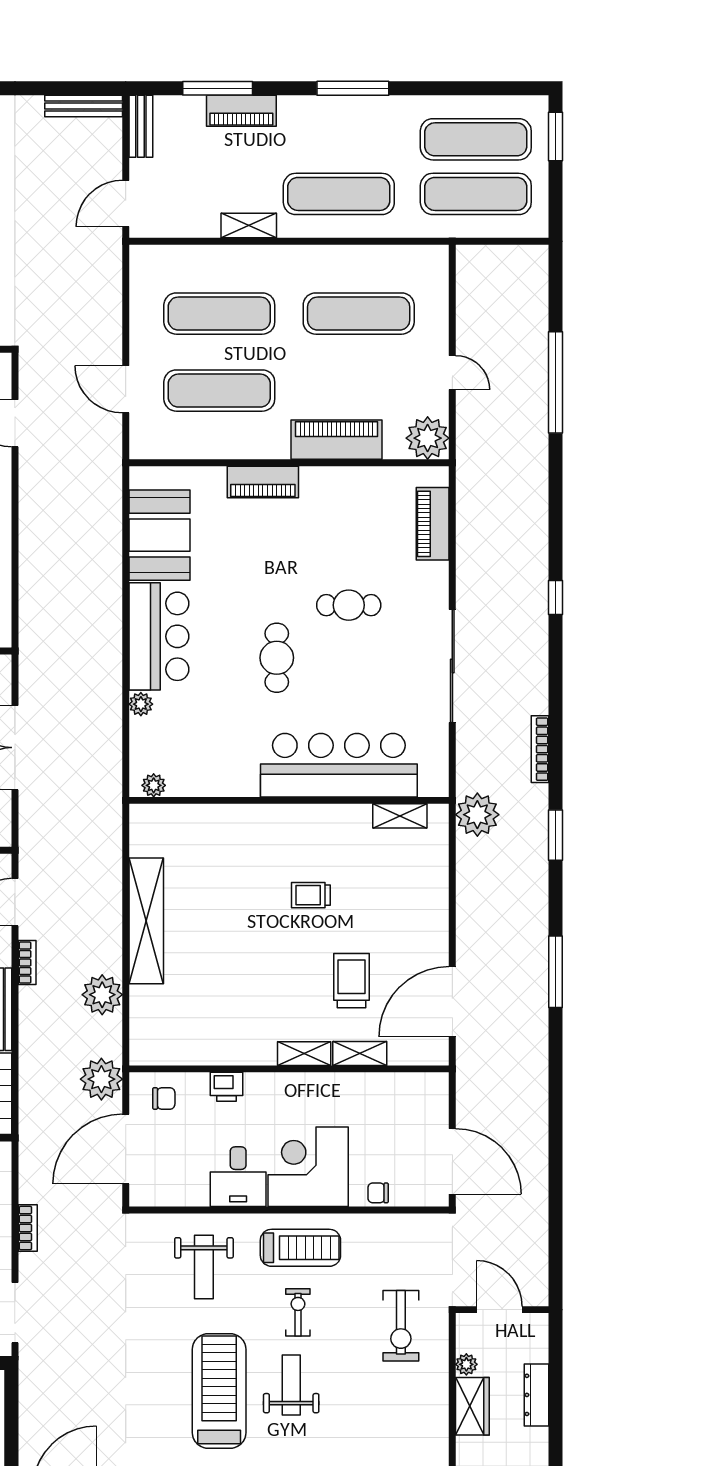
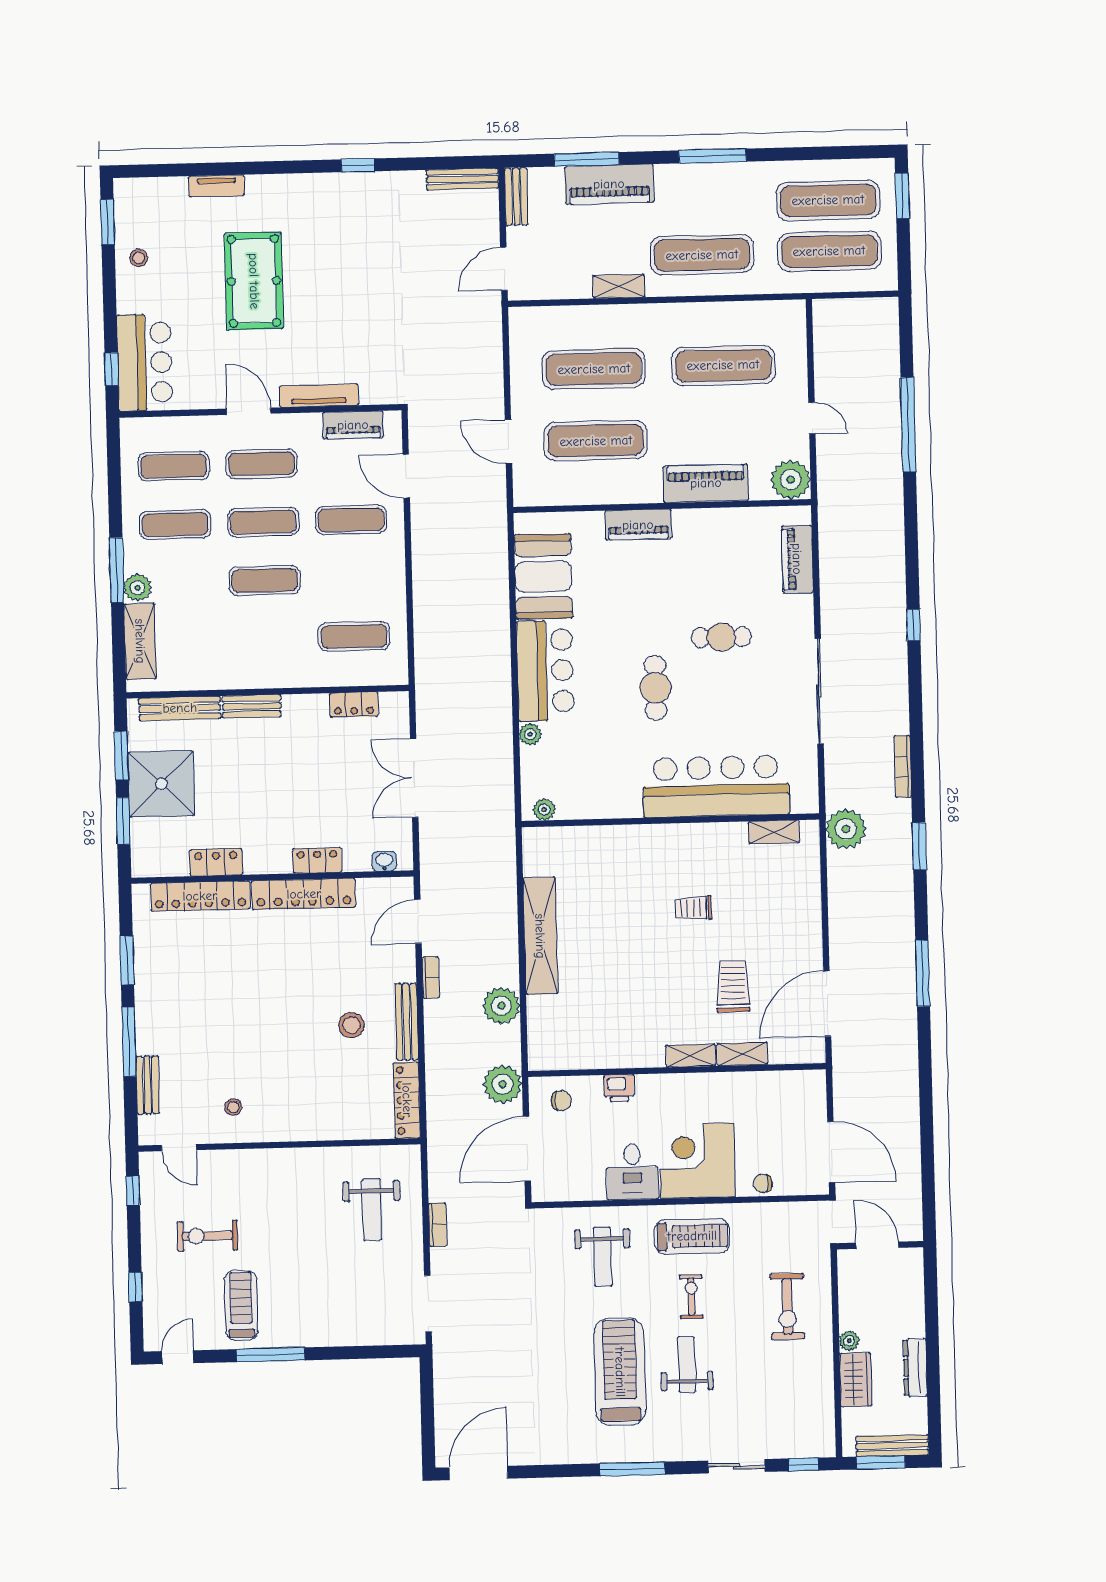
piano: (241, 111) -> (609, 184), width x1.37, depth x1.33
door: (499, 1310) -> (877, 1245), moved
wall: (502, 1310) -> (880, 1245), moved

